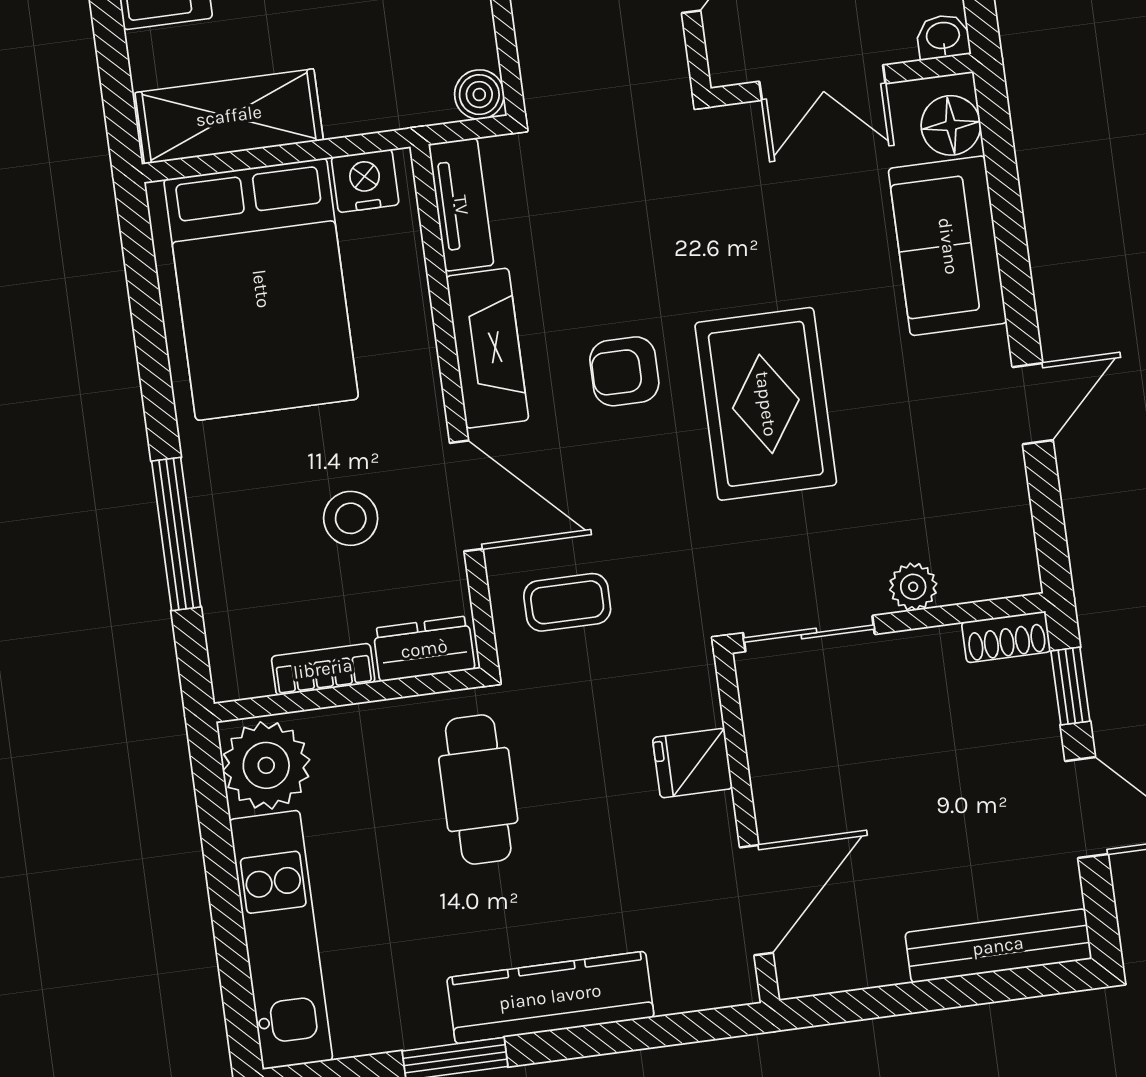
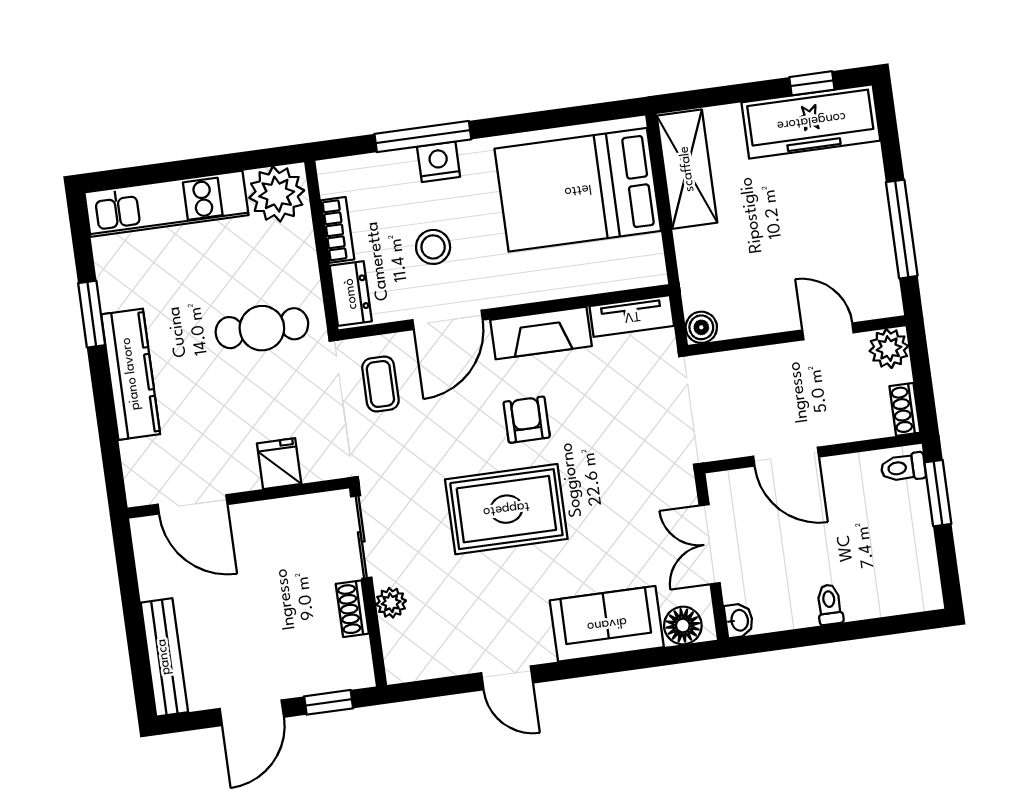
nightstand: (365, 181) -> (439, 162), moved, turned -90
shoe rack: (1006, 637) -> (352, 609), moved

